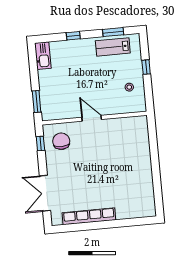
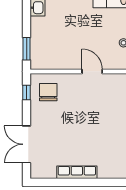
door: (92, 118) -> (92, 71), moved
row of seats: (89, 216) -> (77, 172), width x0.73

